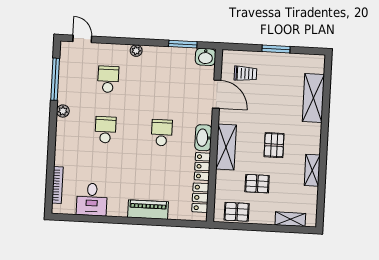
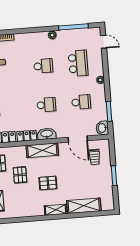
door: (82, 39) -> (104, 42), hinge flipped
school desk: (108, 79) -> (78, 63), width x1.85
school desk: (164, 82) -> (81, 102), added
door: (217, 94) -> (78, 139), hinge flipped
shelving: (312, 170) -> (56, 210), moved

